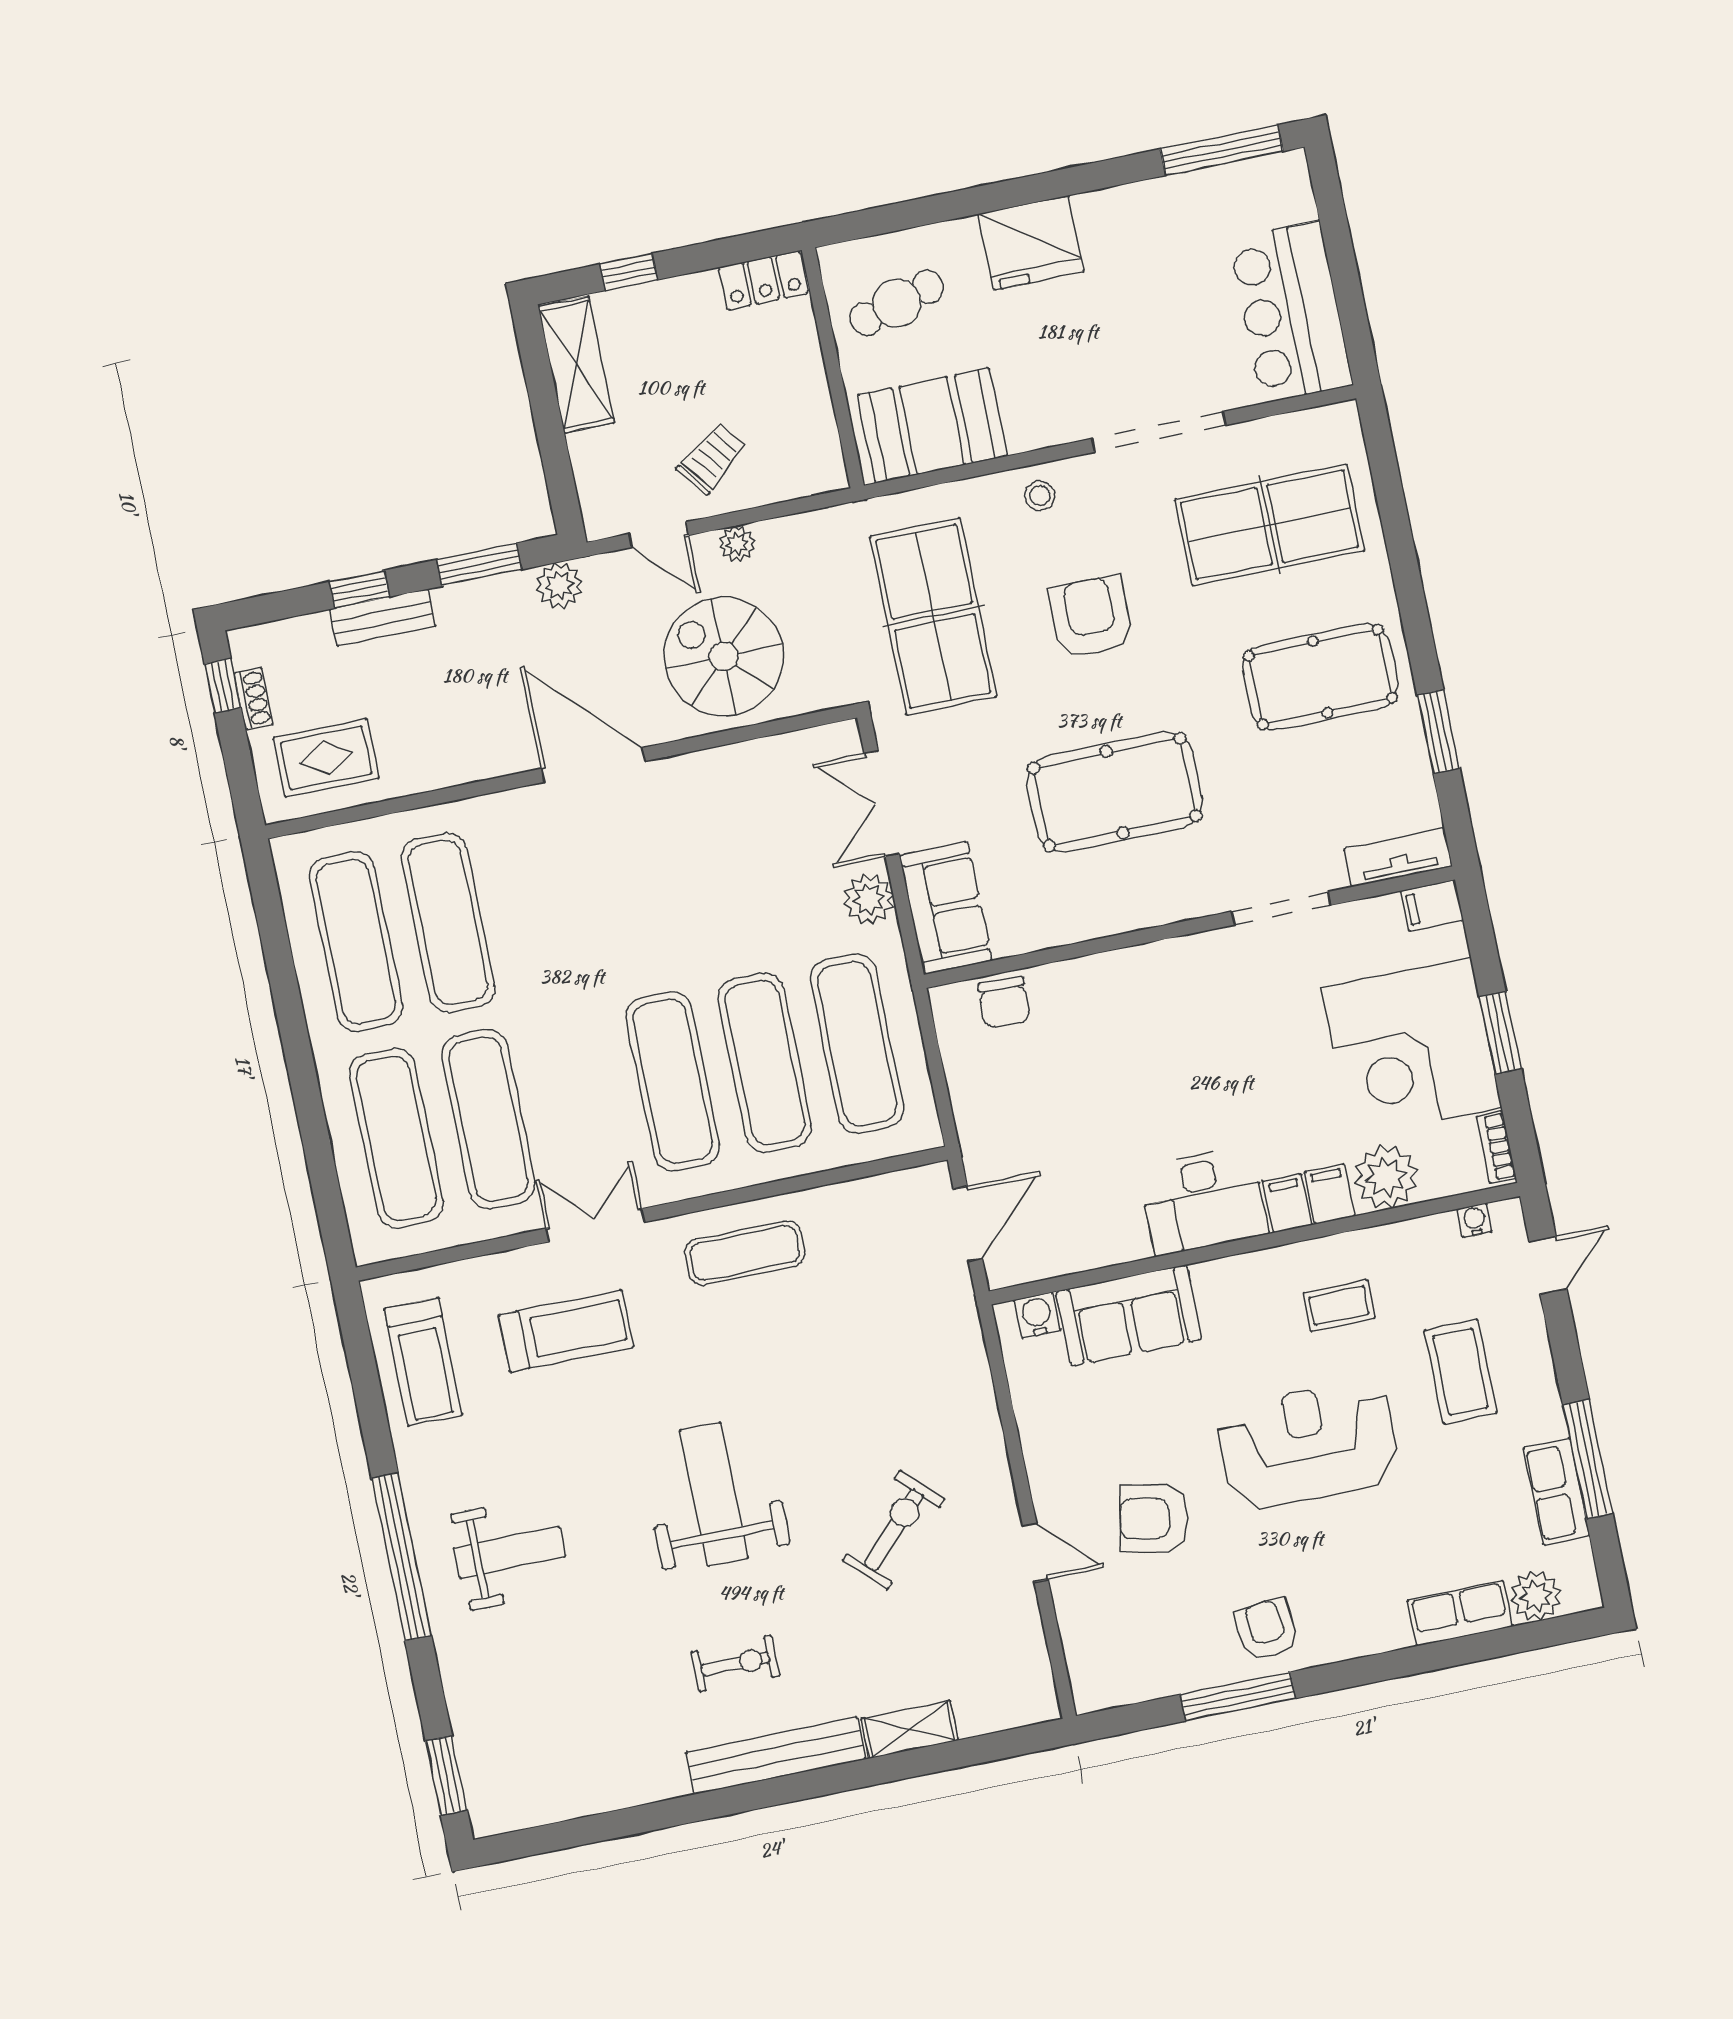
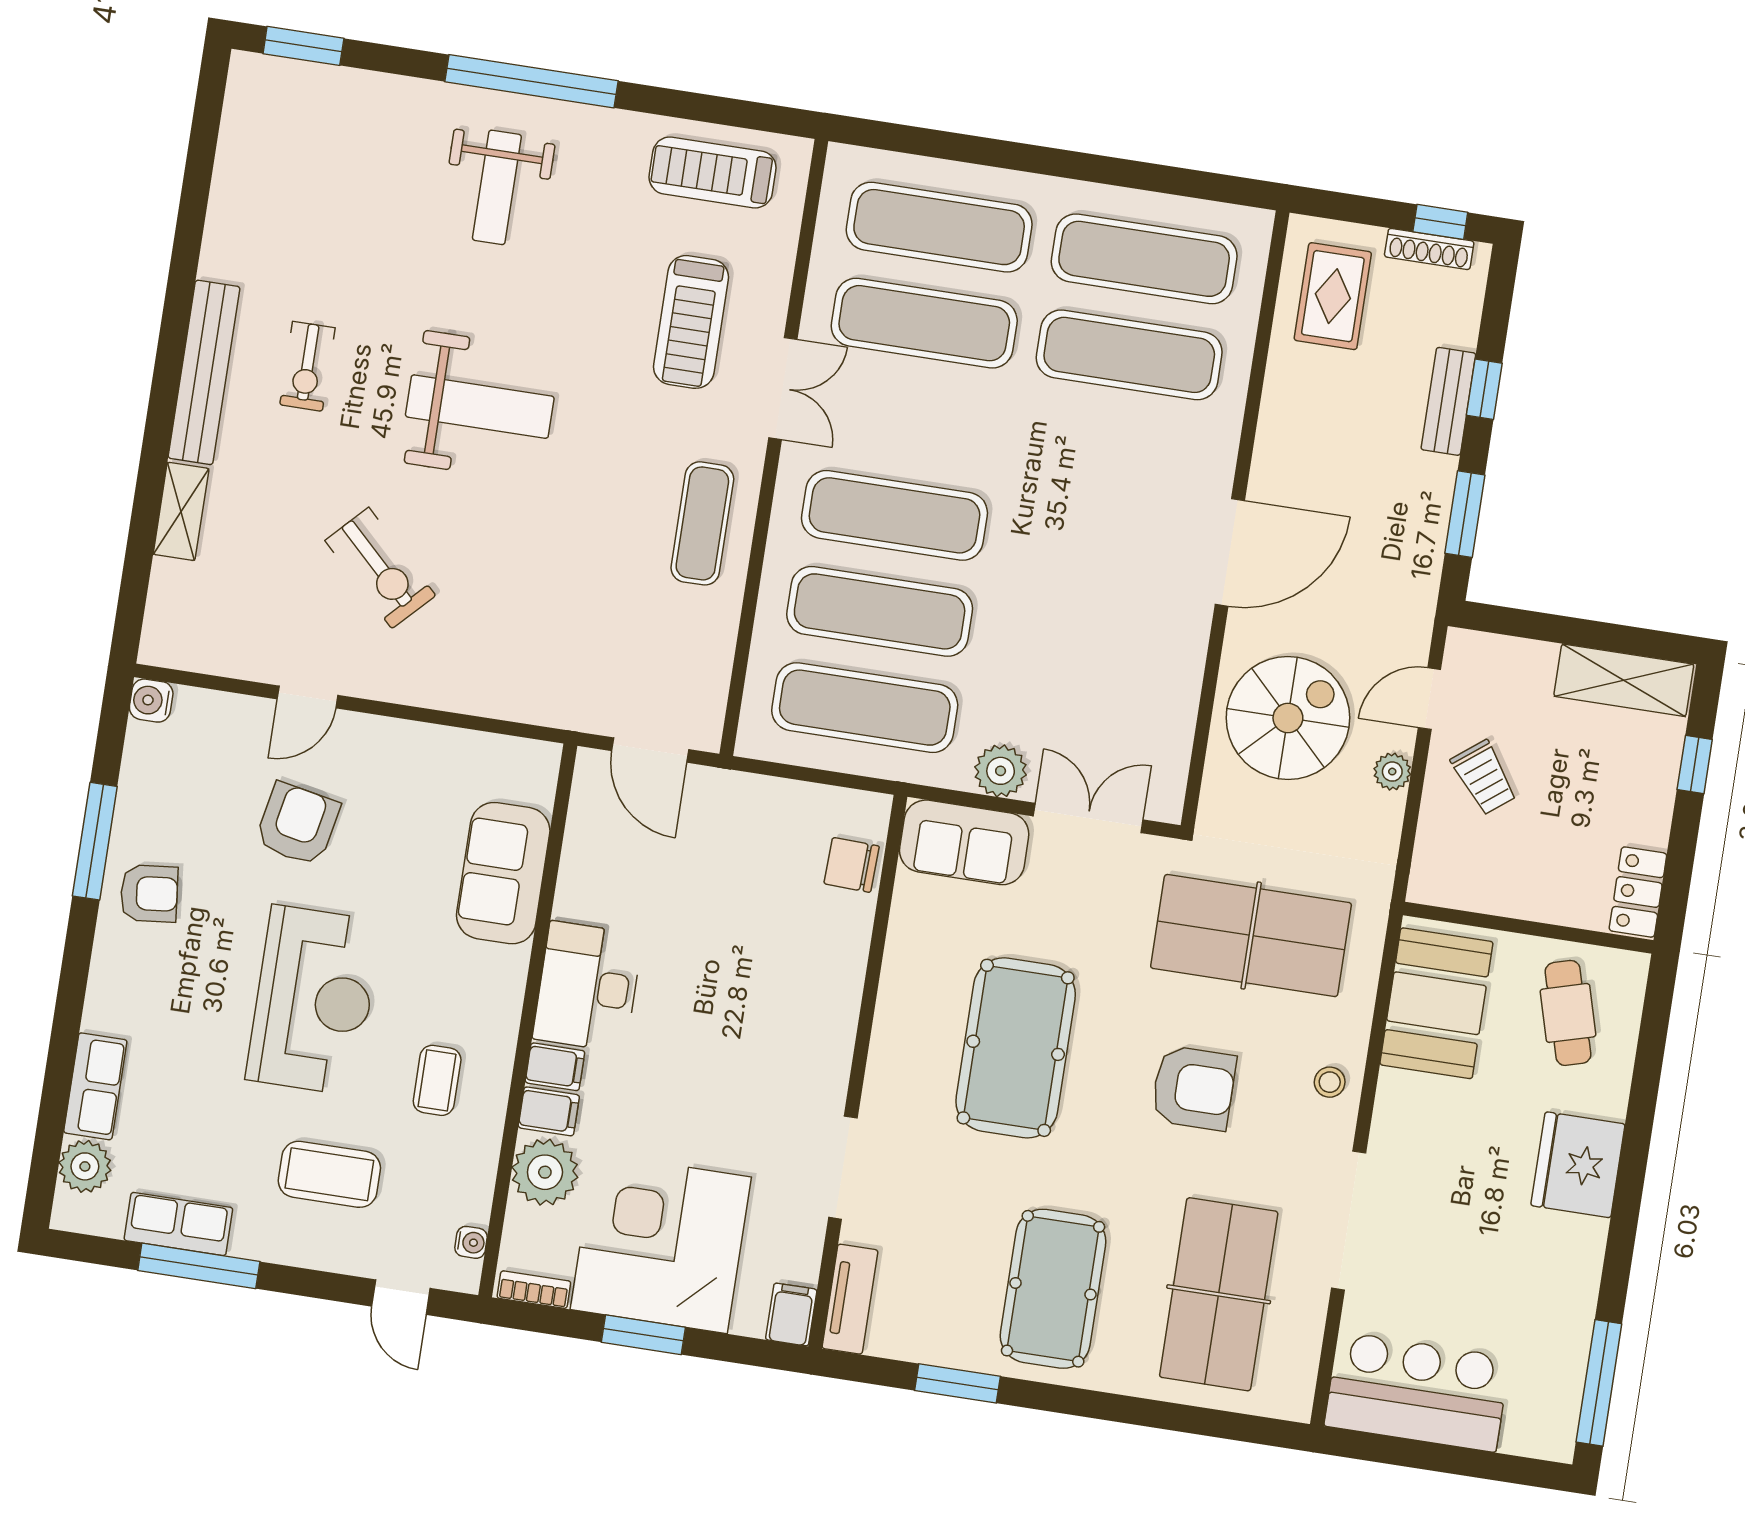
plant: (559, 585) -> (1416, 584), removed
shoe rack: (253, 699) -> (1429, 249), width x1.43
water cooler: (1037, 1315) -> (151, 701), moved, turned 180

